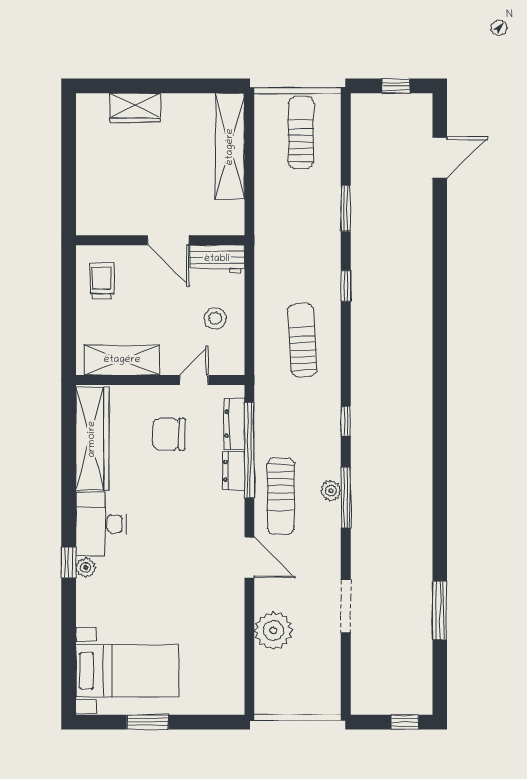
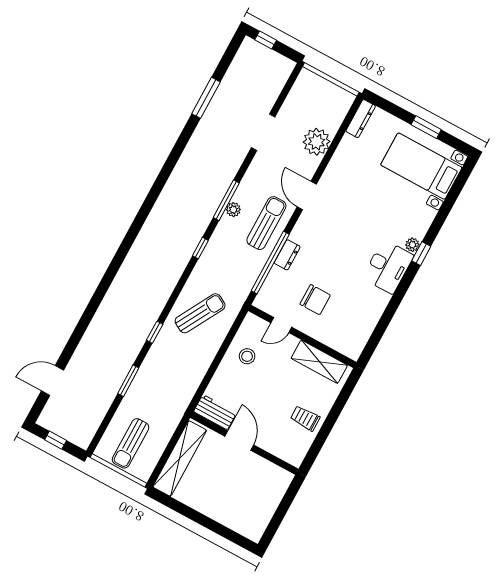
wardrobe: (135, 108) -> (226, 515), removed
wall: (160, 240) -> (244, 443), moved
door: (168, 240) -> (239, 441), moved
workbench: (217, 259) -> (215, 412), moved
trolley: (102, 281) -> (305, 418), turned 90
sun lounger: (302, 340) -> (200, 313), turned -148
dresser: (234, 424) -> (361, 119), moved
wardrobe: (92, 439) -> (364, 323), removed

